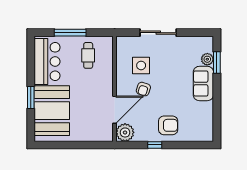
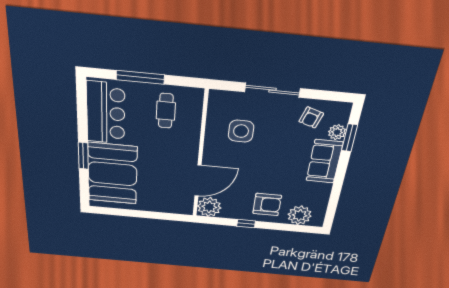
armchair: (143, 89) -> (311, 117), moved
plant: (194, 133) -> (300, 215), added

